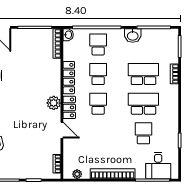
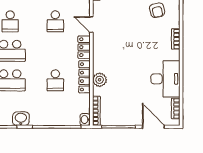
school desk: (98, 44) -> (55, 110), removed
plant: (54, 103) -> (100, 80), moved
school desk: (98, 104) -> (55, 21), moved

